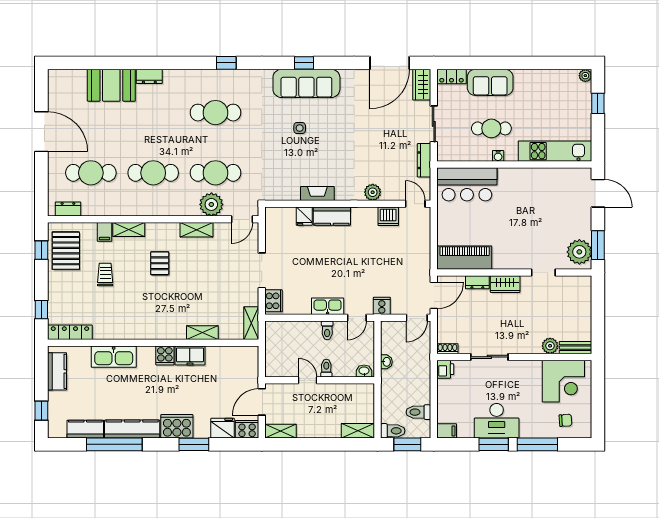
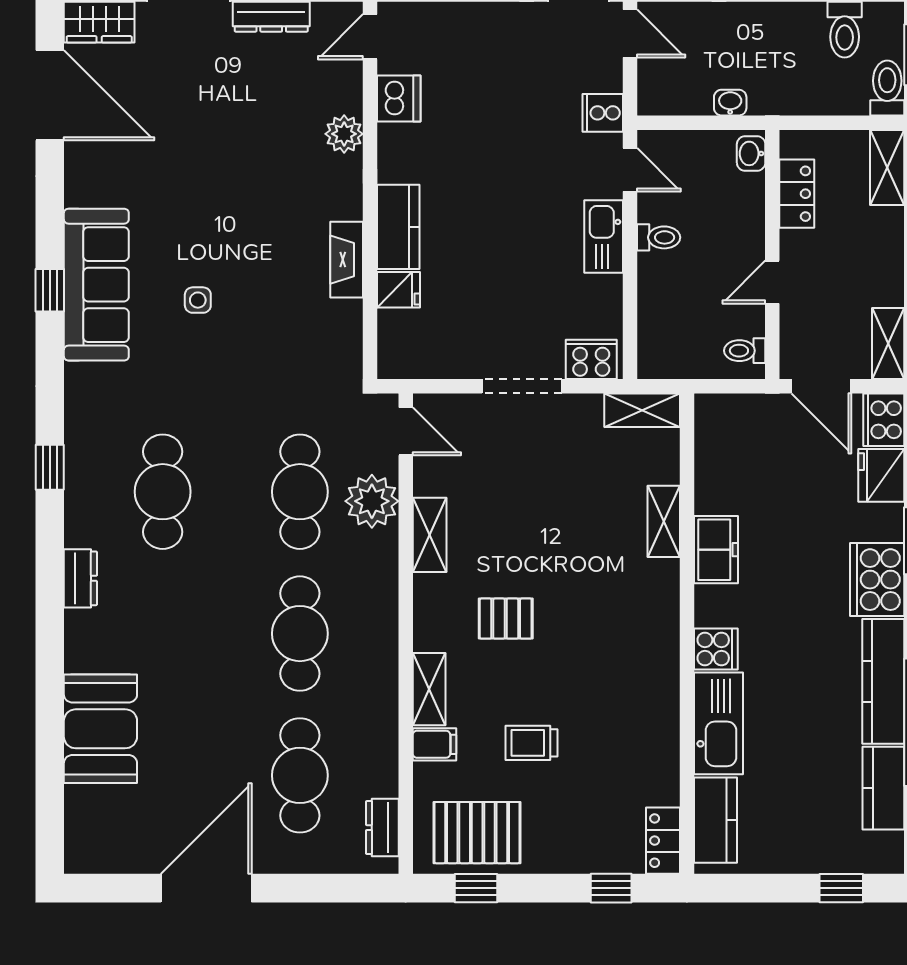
dresser: (149, 76) -> (80, 578), moved
locker: (70, 332) -> (663, 841), width x0.66
cooker: (165, 355) -> (716, 649), moved
toilet: (326, 368) -> (745, 351), moved
kitchen counter: (57, 371) -> (715, 820), moved, turned 90
locker: (346, 391) -> (797, 194), added

